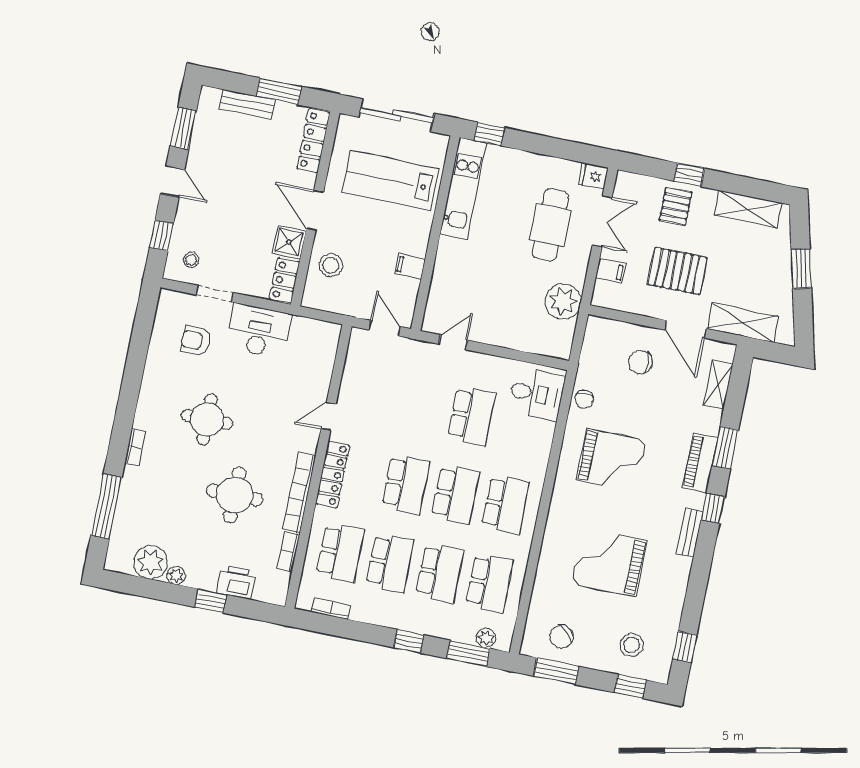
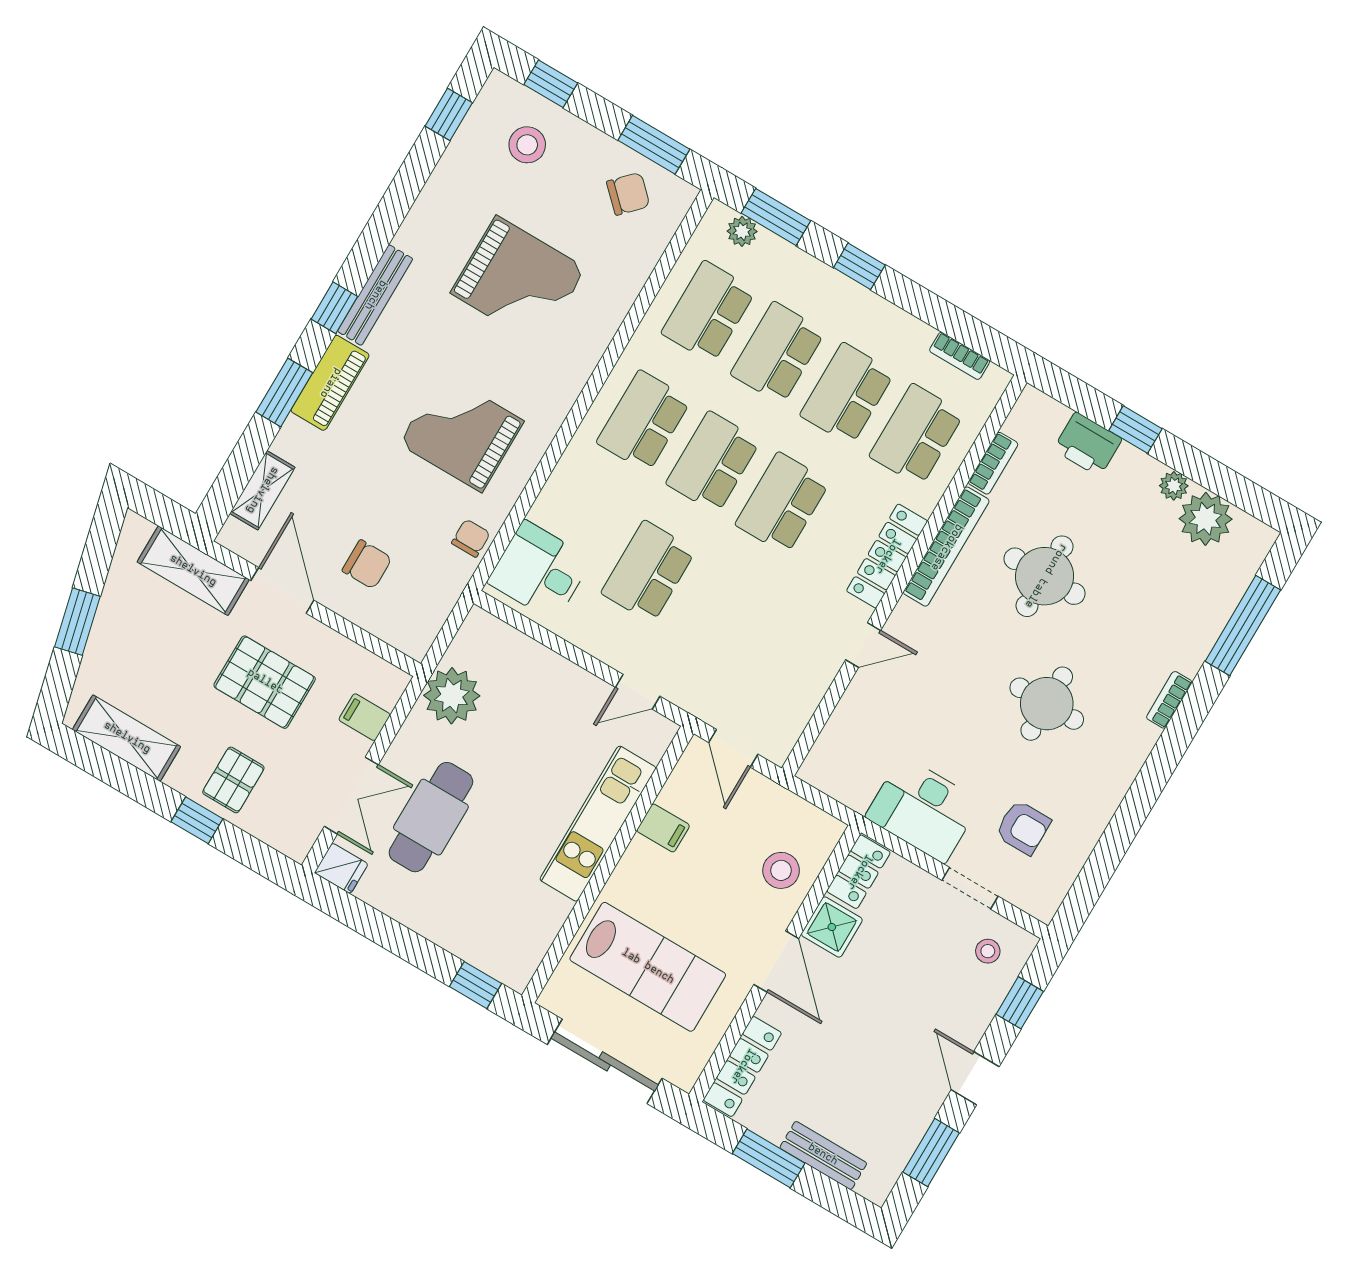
kitchen unit: (463, 188) -> (598, 824), moved
double door: (602, 221) -> (351, 796), swing flipped
bench: (690, 533) -> (375, 295), width x1.36

